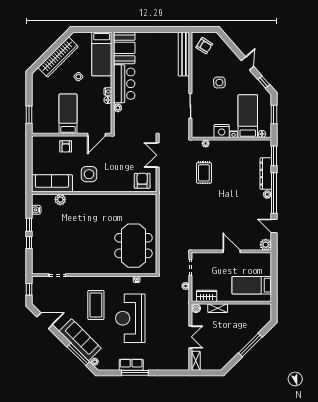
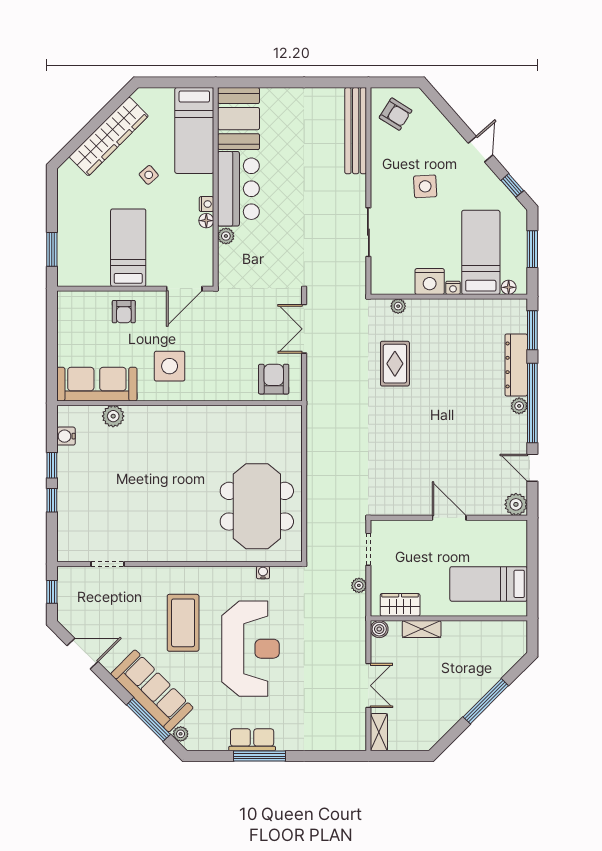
reception desk: (130, 318) -> (251, 649), turned 180

